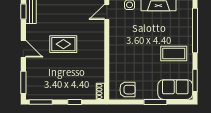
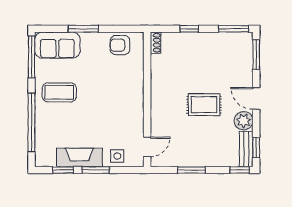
plant: (33, 32) -> (244, 121), added
window: (195, 80) -> (32, 57), width x1.44

